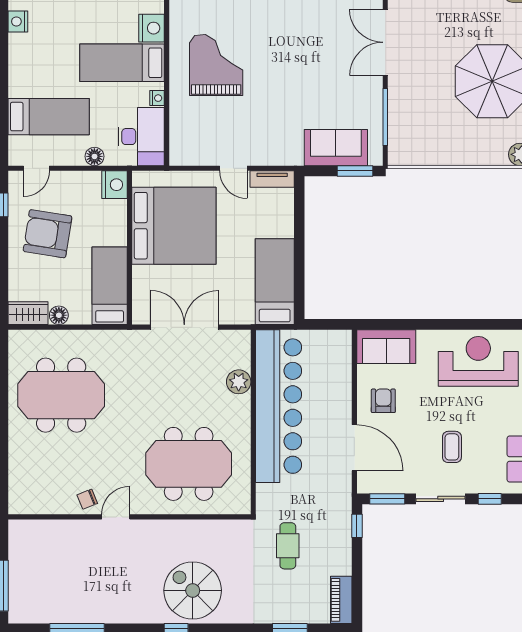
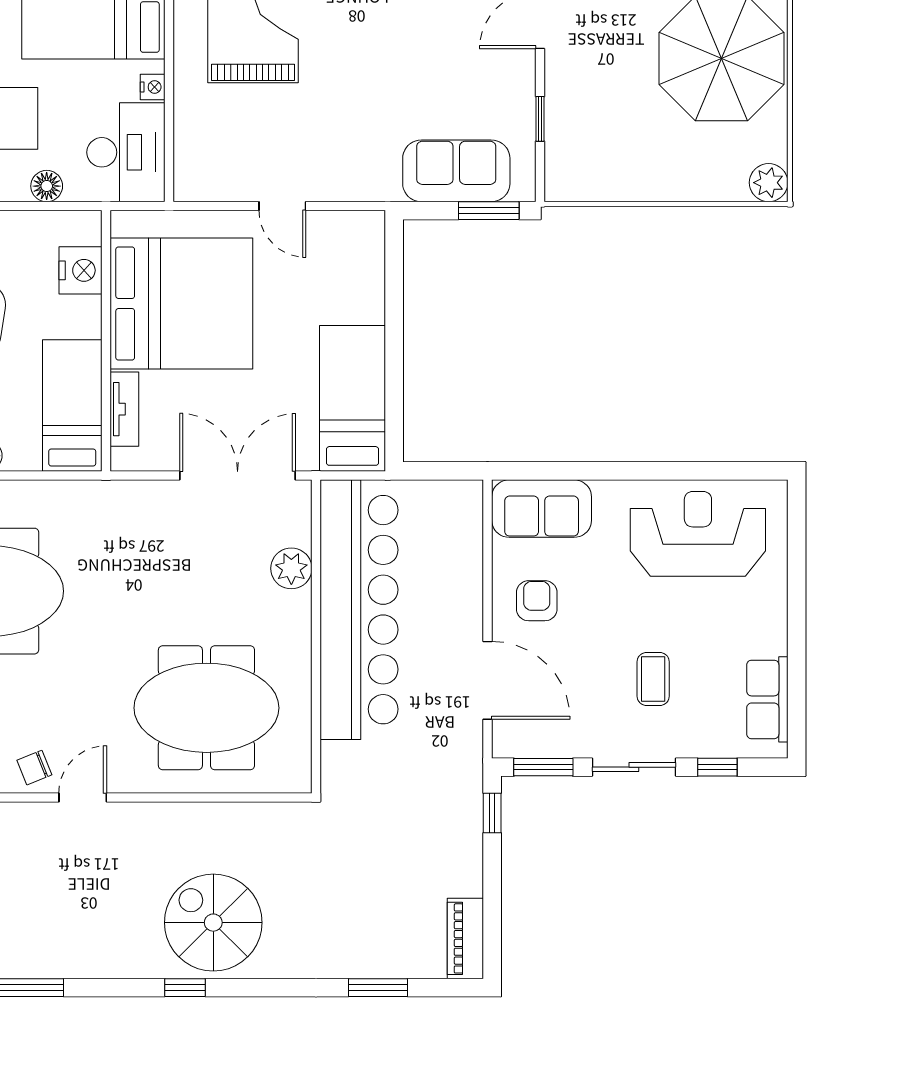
window: (385, 117) -> (540, 119), width x0.46
tv unit: (272, 179) -> (124, 409), moved, turned -90
nightstand: (114, 185) -> (81, 270), moved
double door: (184, 327) -> (238, 476), moved
cafe table: (288, 546) -> (375, 847), removed

